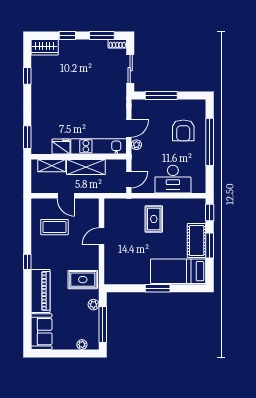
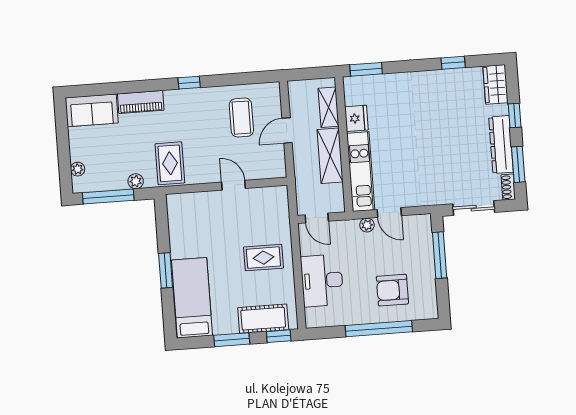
dresser: (87, 47) -> (501, 145), added
cot: (197, 241) -> (263, 319), moved
piano: (41, 291) -> (141, 102), width x0.73, depth x0.75

